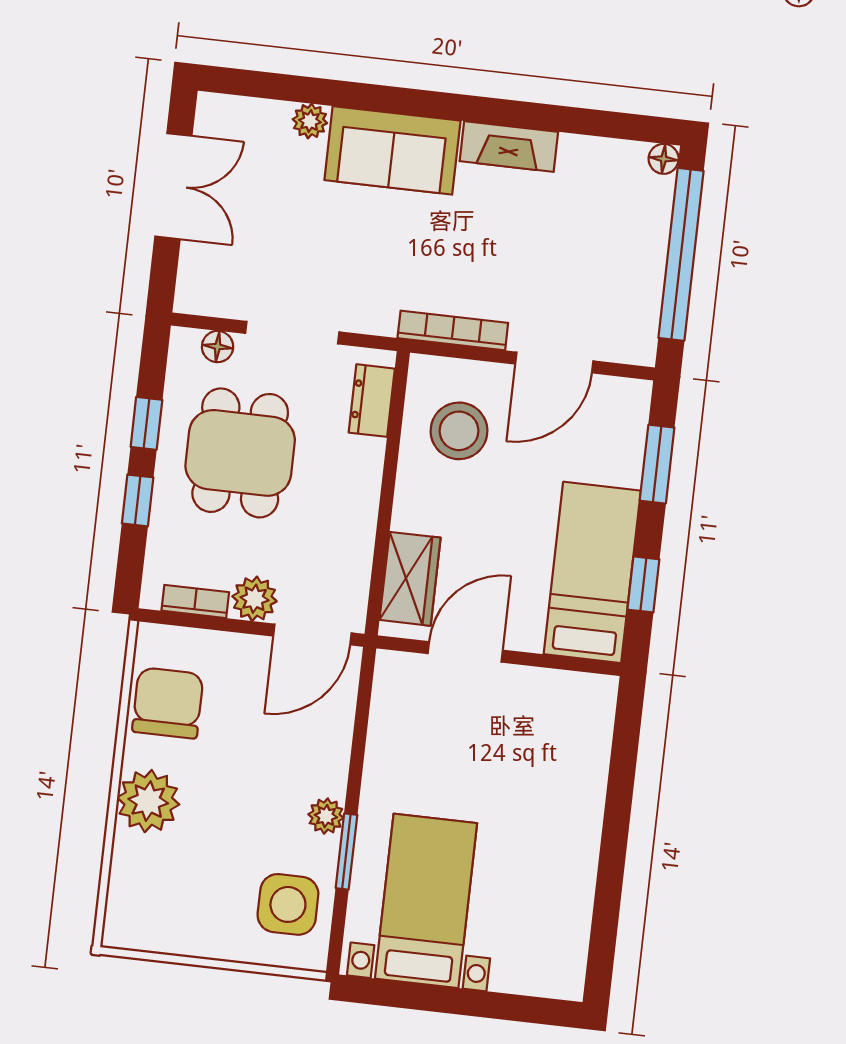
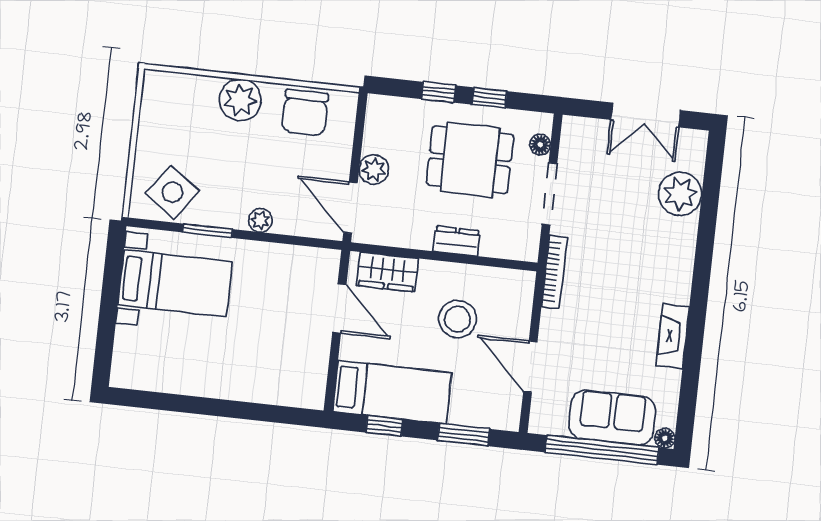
plant: (310, 121) -> (680, 194), width x1.87, depth x1.87
sofa: (392, 150) -> (612, 418), moved, turned 90
bookcase: (453, 330) -> (554, 272), moved
dresser: (372, 401) -> (457, 241), moved
stool: (459, 431) -> (458, 319), moved
bookcase: (195, 601) -> (372, 130), removed
chair: (168, 703) -> (305, 113), turned 90
plant: (326, 816) -> (260, 220), moved
side table: (288, 904) -> (172, 192), turned 36

